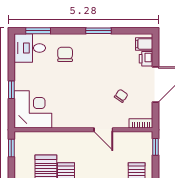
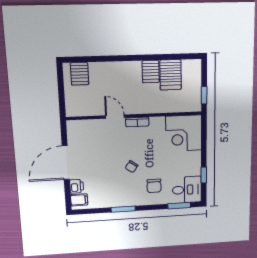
window: (11, 90) -> (204, 175), moved
chair: (121, 96) -> (132, 167), moved
bookcase: (141, 123) -> (137, 122), moved
window: (155, 147) -> (62, 102), removed

